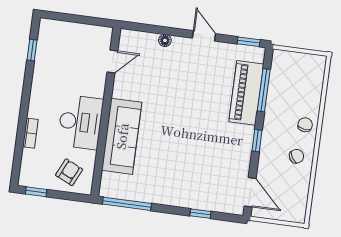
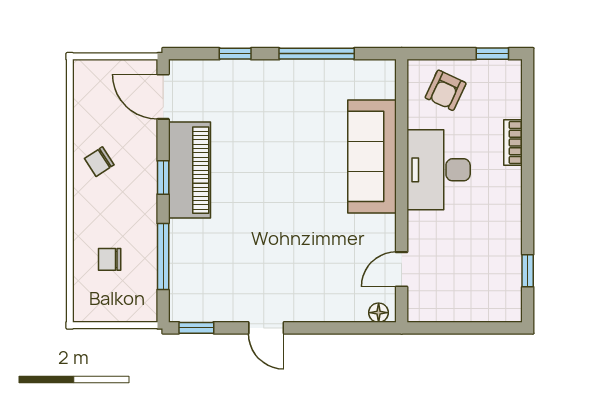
floor lamp: (165, 40) -> (379, 313), moved
piano: (246, 93) -> (189, 170), moved
chair: (305, 125) -> (110, 259), moved, turned 82
window: (127, 204) -> (317, 54), moved

